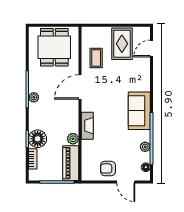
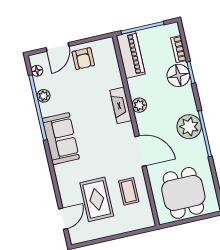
rug: (122, 44) -> (97, 199), moved
door: (80, 87) -> (141, 151), hinge flipped
plant: (34, 97) -> (189, 127), width x1.88, depth x1.88
plant: (73, 139) -> (139, 105), moved
armchair: (108, 168) -> (83, 59), turned 90
door: (126, 182) -> (57, 47), swing flipped

